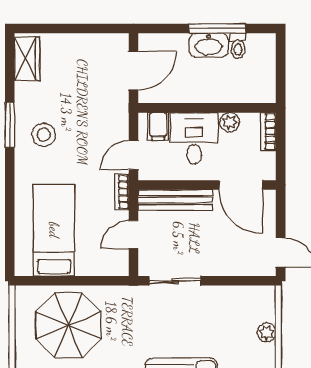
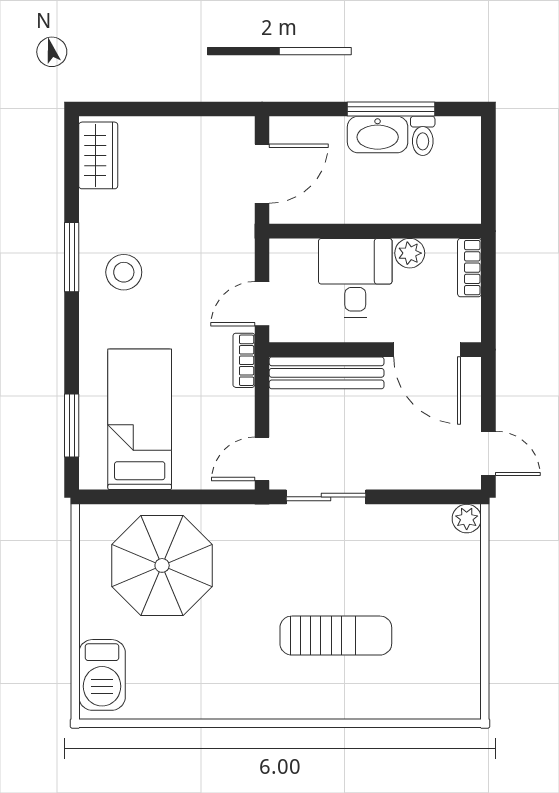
filing cabinet: (158, 126) -> (300, 259), removed
window: (10, 234) -> (72, 426), added
door: (134, 234) -> (262, 459), moved
plant: (267, 332) -> (467, 519), moved

